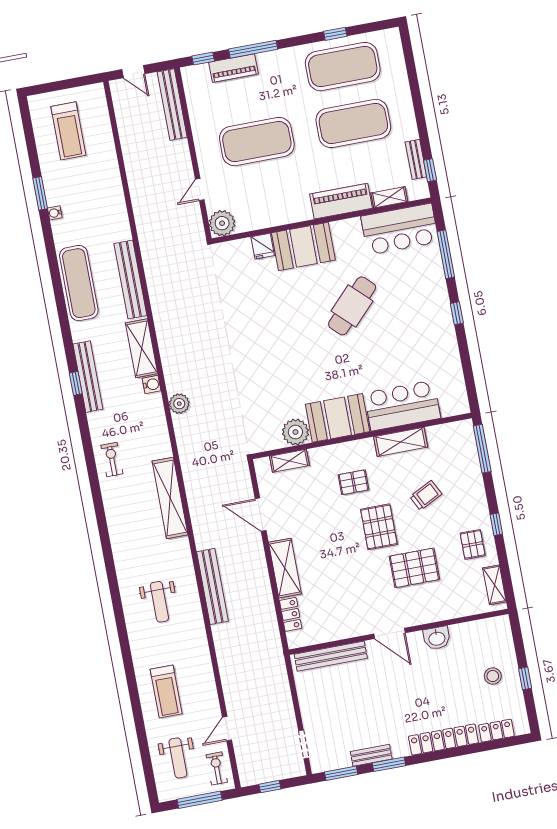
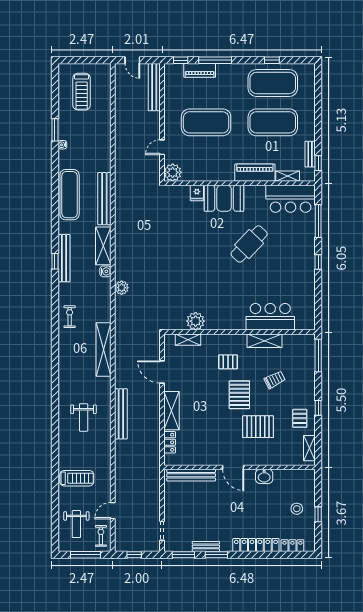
booth: (337, 418) -> (225, 317), removed
treadmill: (166, 692) -> (77, 478), turned -90

